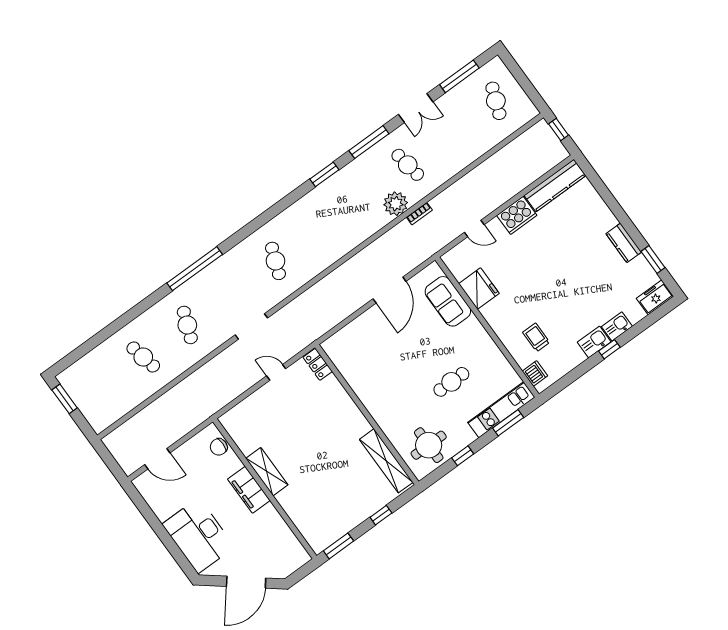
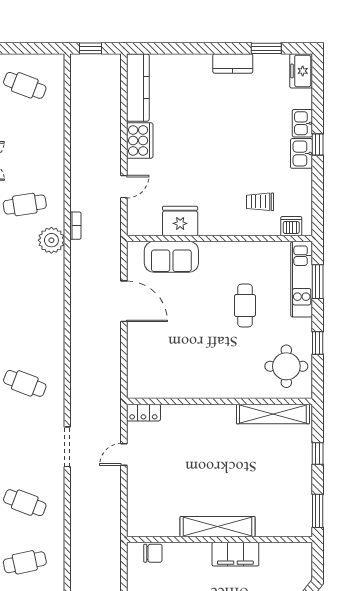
chair: (219, 447) -> (153, 553), turned -90
shelving: (267, 472) -> (218, 527), width x1.47
filing cabinet: (249, 490) -> (235, 554), moved

